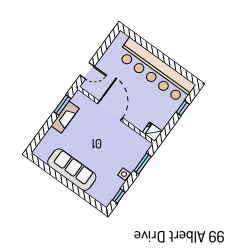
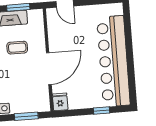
door: (110, 111) -> (49, 69), moved
coffee table: (90, 130) -> (17, 48), added

